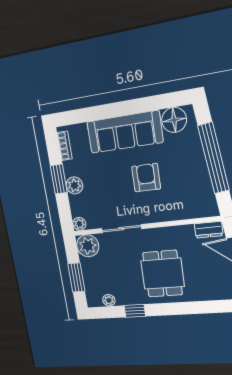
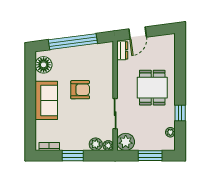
sofa: (125, 132) -> (46, 100), width x0.73
armchair: (146, 178) -> (80, 90), turned 180
plant: (74, 185) -> (96, 144), moved
dining table: (163, 274) -> (152, 88), turned 90

